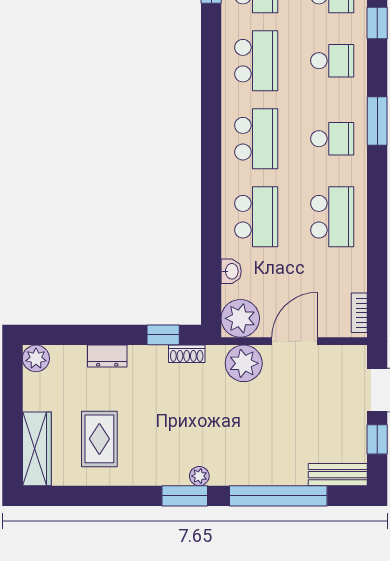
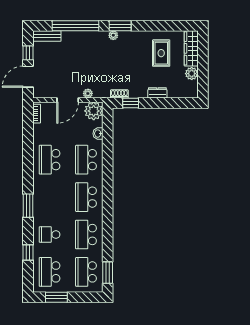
school desk: (332, 139) -> (50, 197), removed
plant: (36, 358) -> (192, 74), moved
plant: (244, 363) -> (88, 93), width x0.53, depth x0.53

